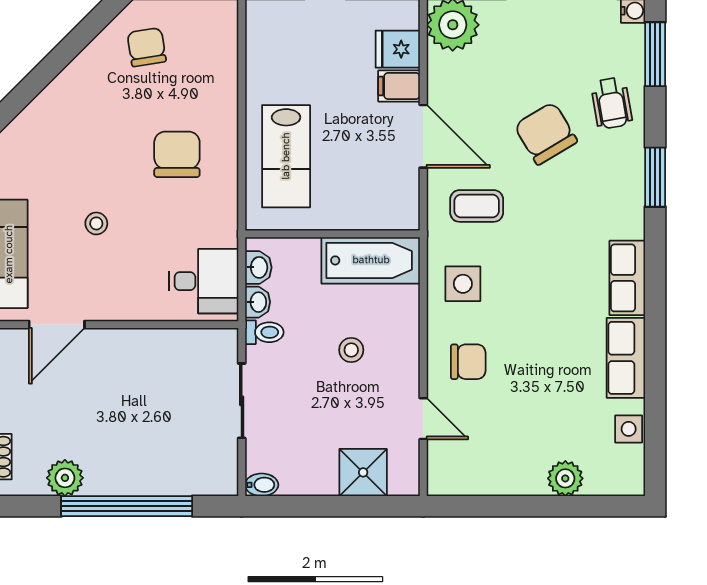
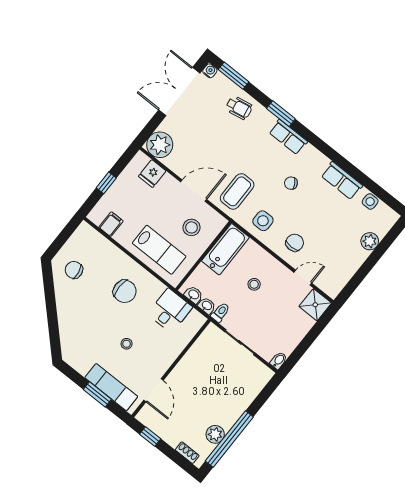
filing cabinet: (399, 86) -> (111, 224), moved, turned 180
chair: (546, 133) -> (291, 183), moved, width x0.54, depth x0.54
chair: (177, 154) -> (125, 291), turned 180
stool: (362, 179) -> (191, 227), added
coffee table: (477, 206) -> (237, 191), width x1.36, depth x1.30
row of seats: (627, 278) -> (288, 137), moved
desk: (204, 281) -> (170, 311), moved
shower: (363, 472) -> (315, 305), moved
window: (127, 506) -> (229, 439), moved

